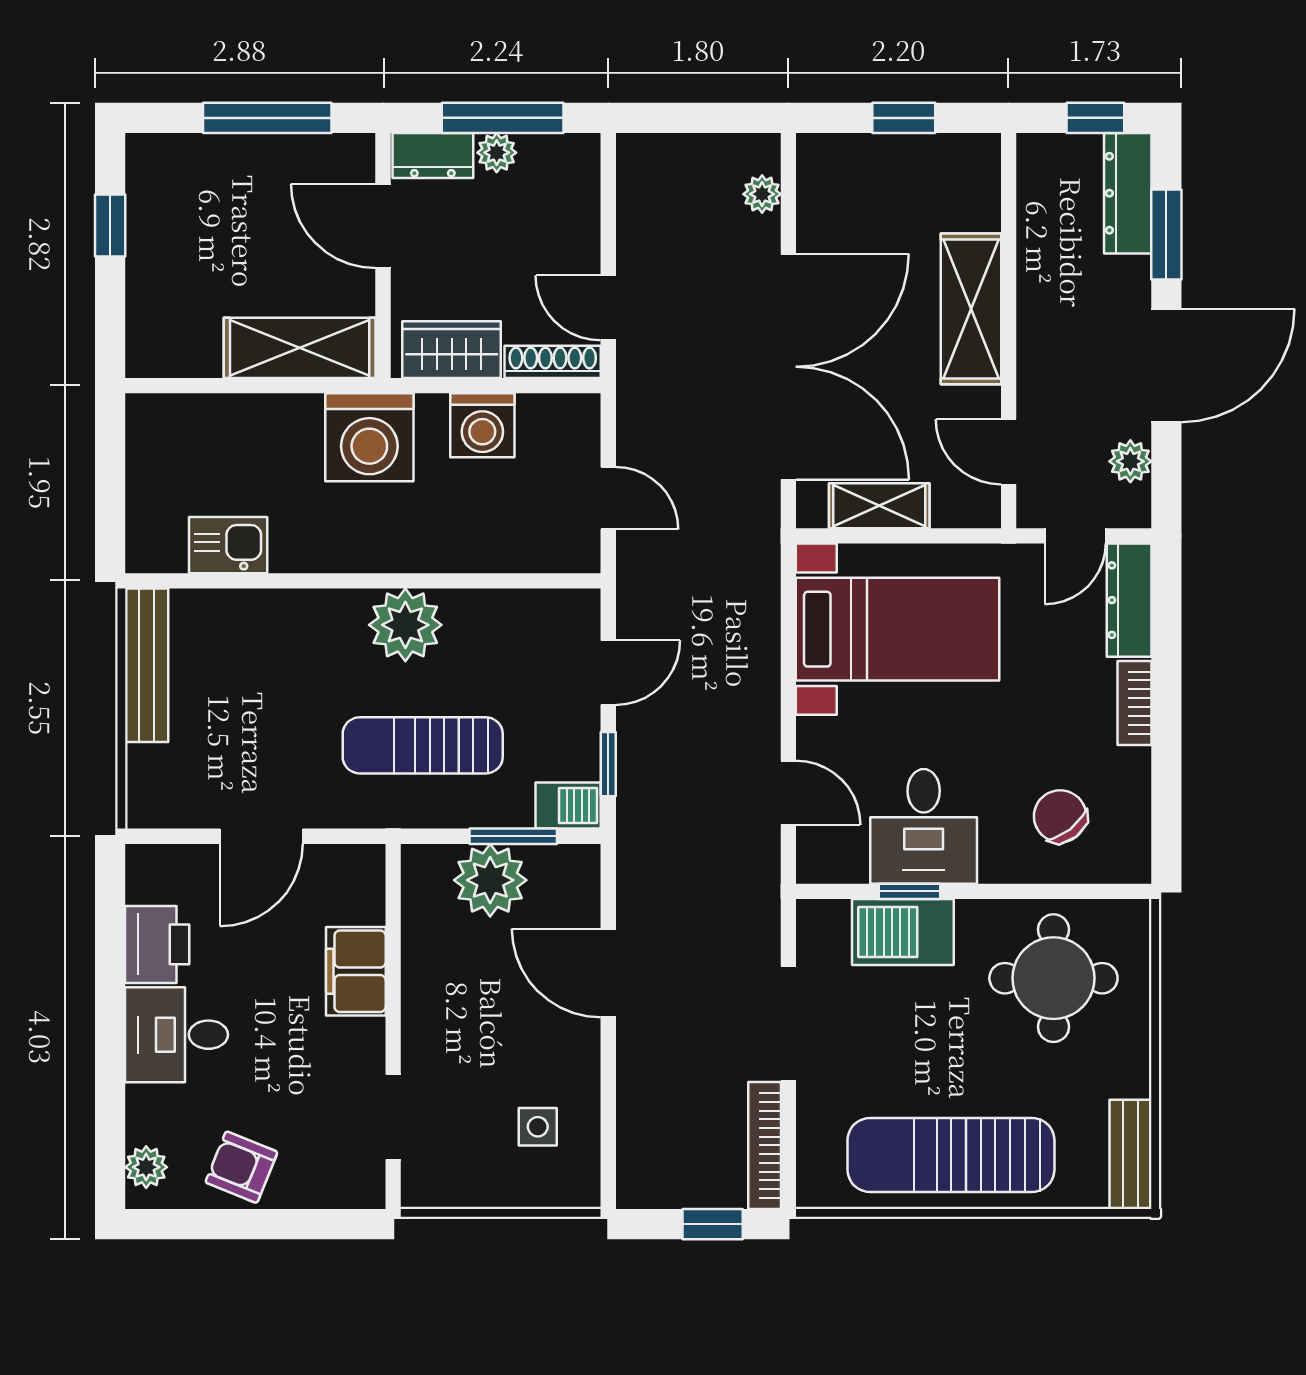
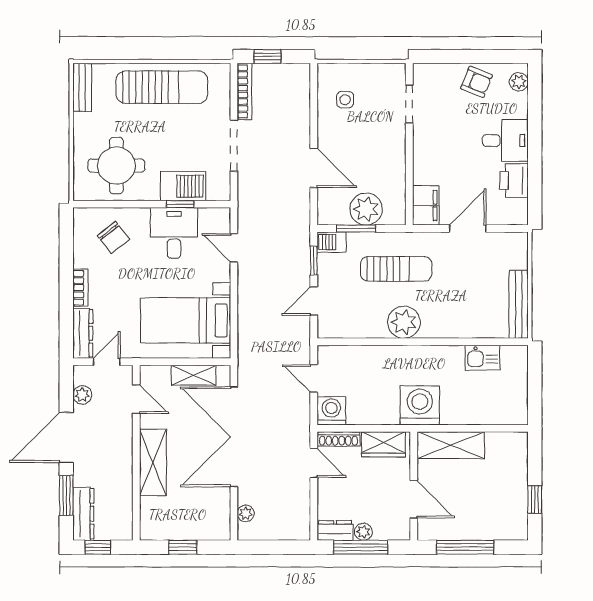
dresser: (433, 156) -> (335, 530), moved
washing machine: (482, 425) -> (331, 411), moved
filing cabinet: (356, 971) -> (426, 205), moved

